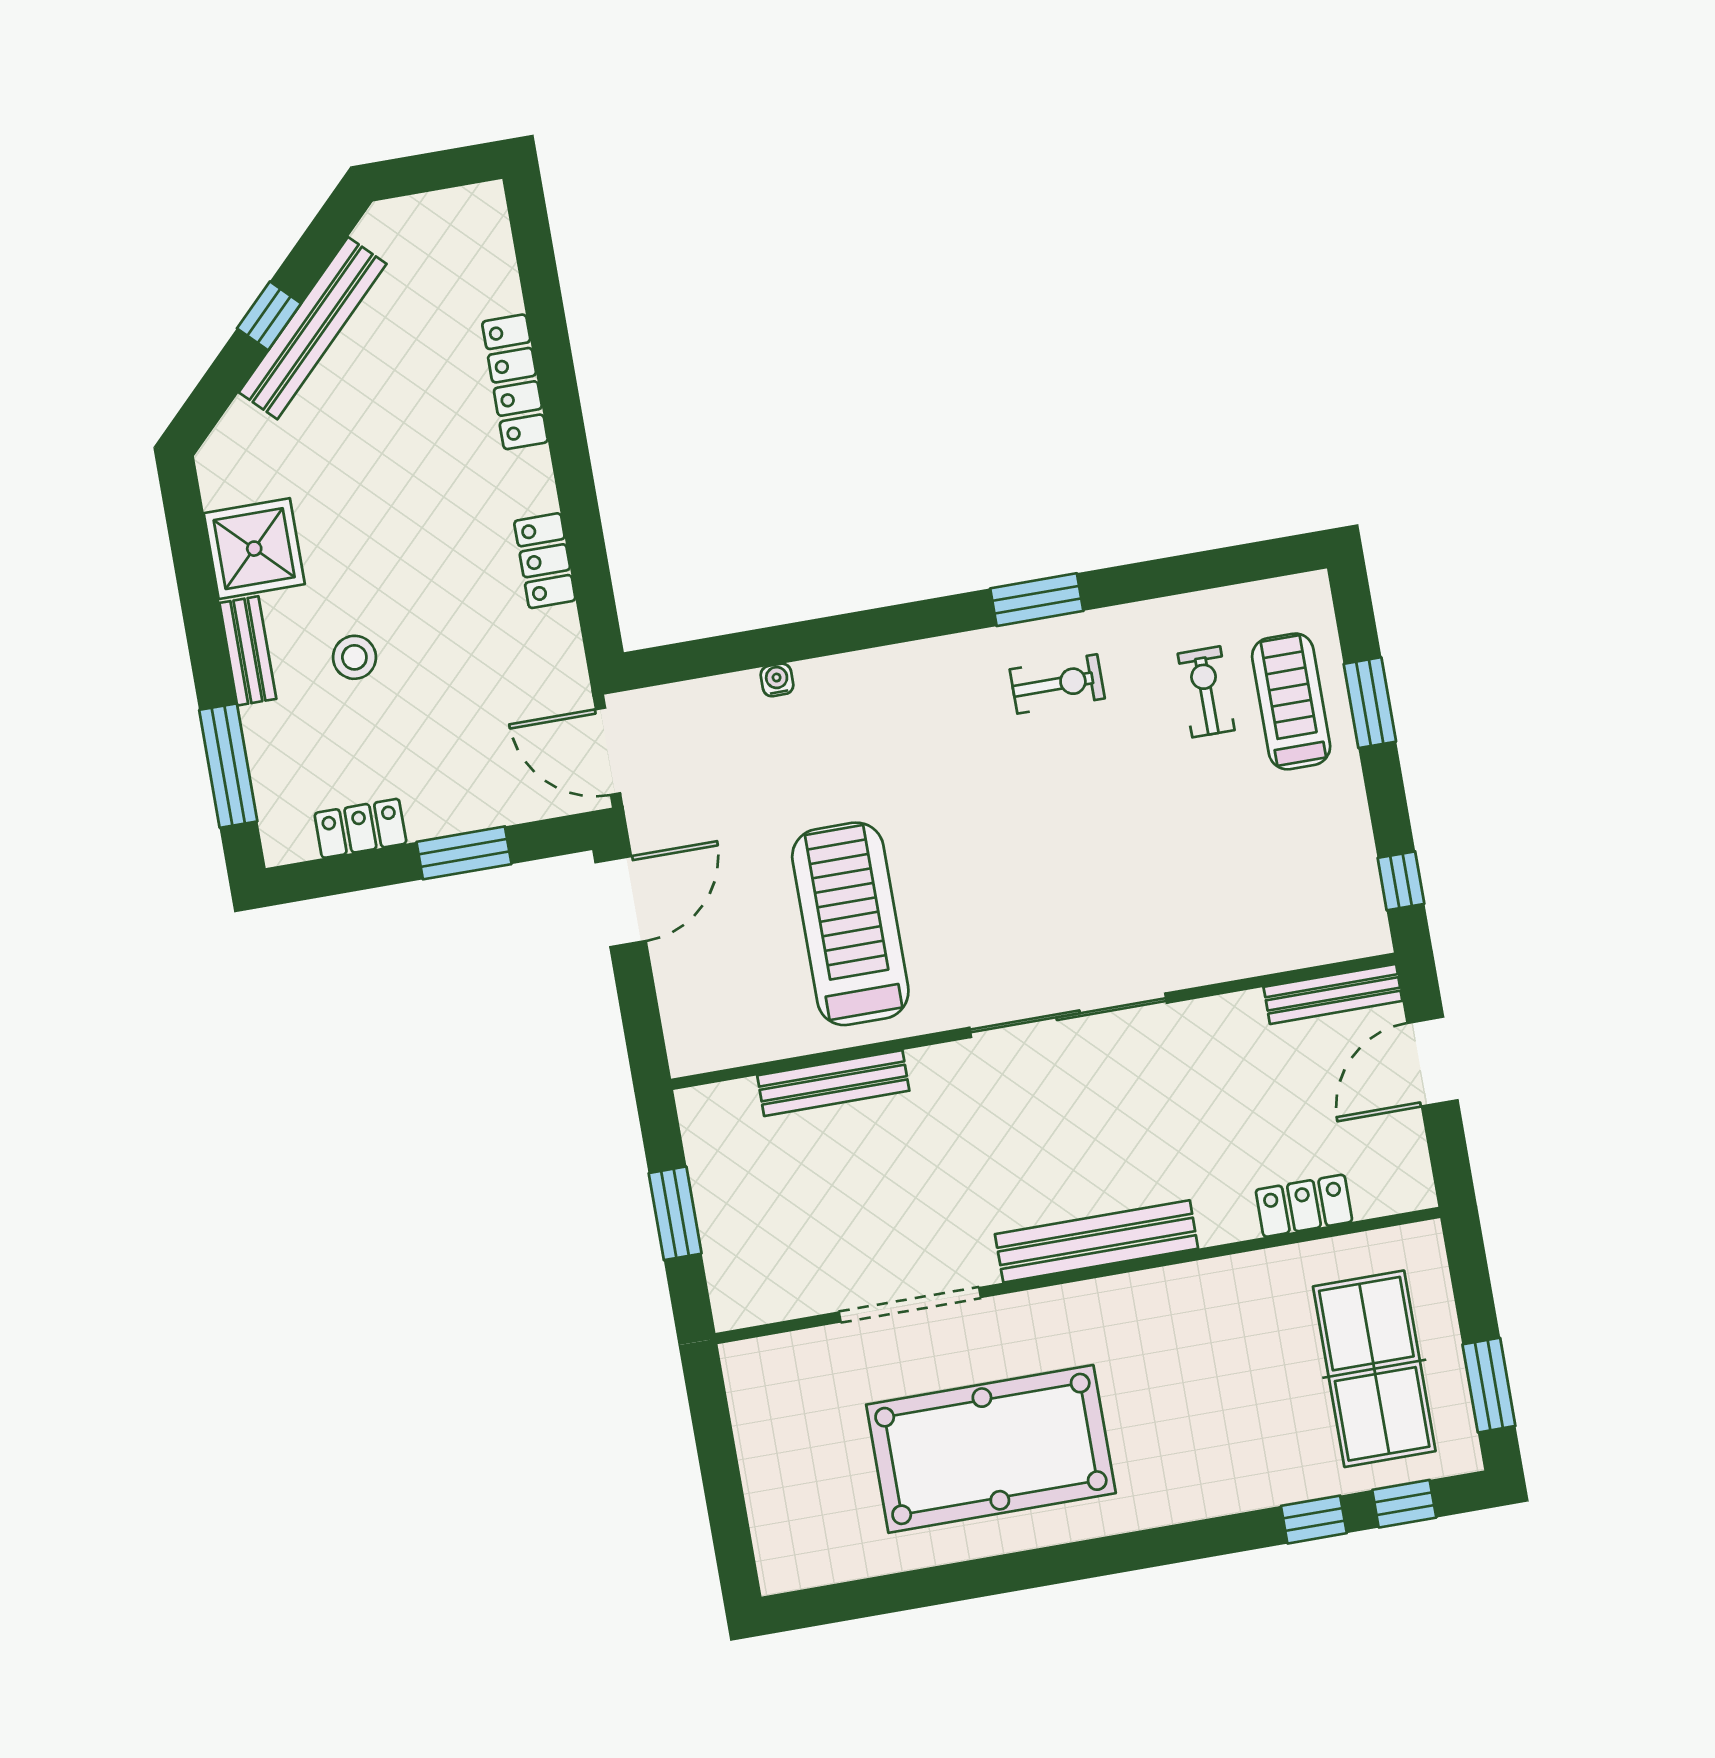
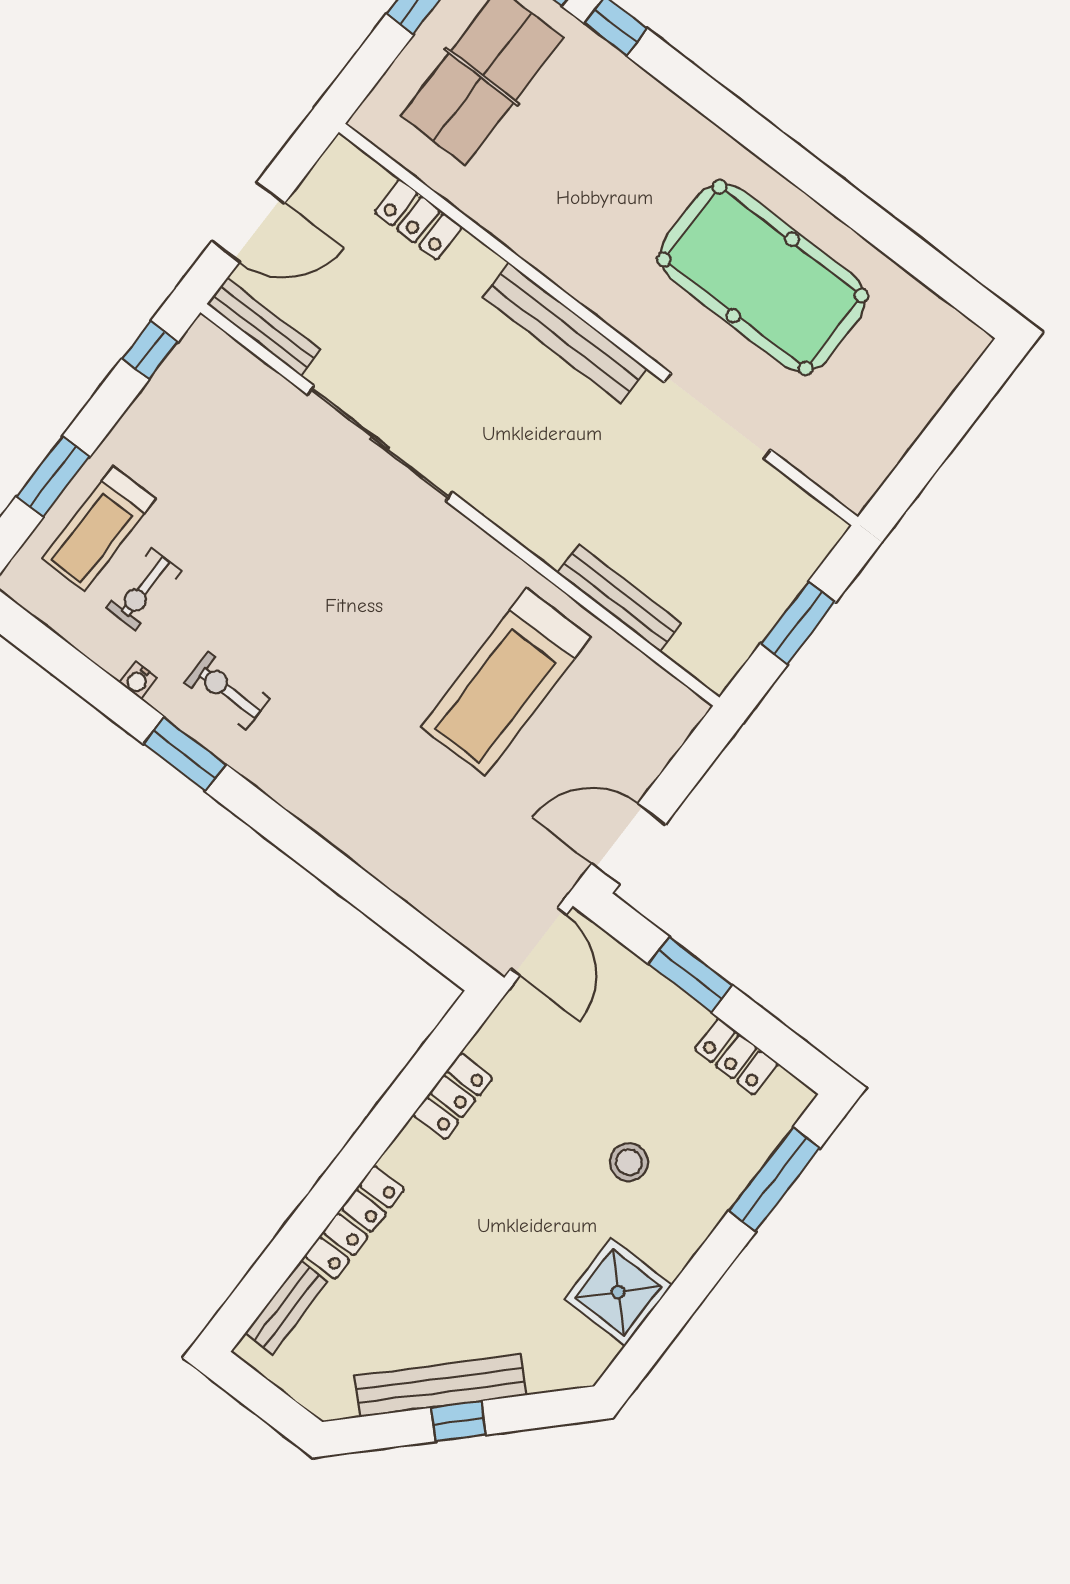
bench: (248, 651) -> (286, 1307), moved
water cooler: (777, 680) -> (138, 680), moved
sliding door: (1068, 1015) -> (380, 443), moved

